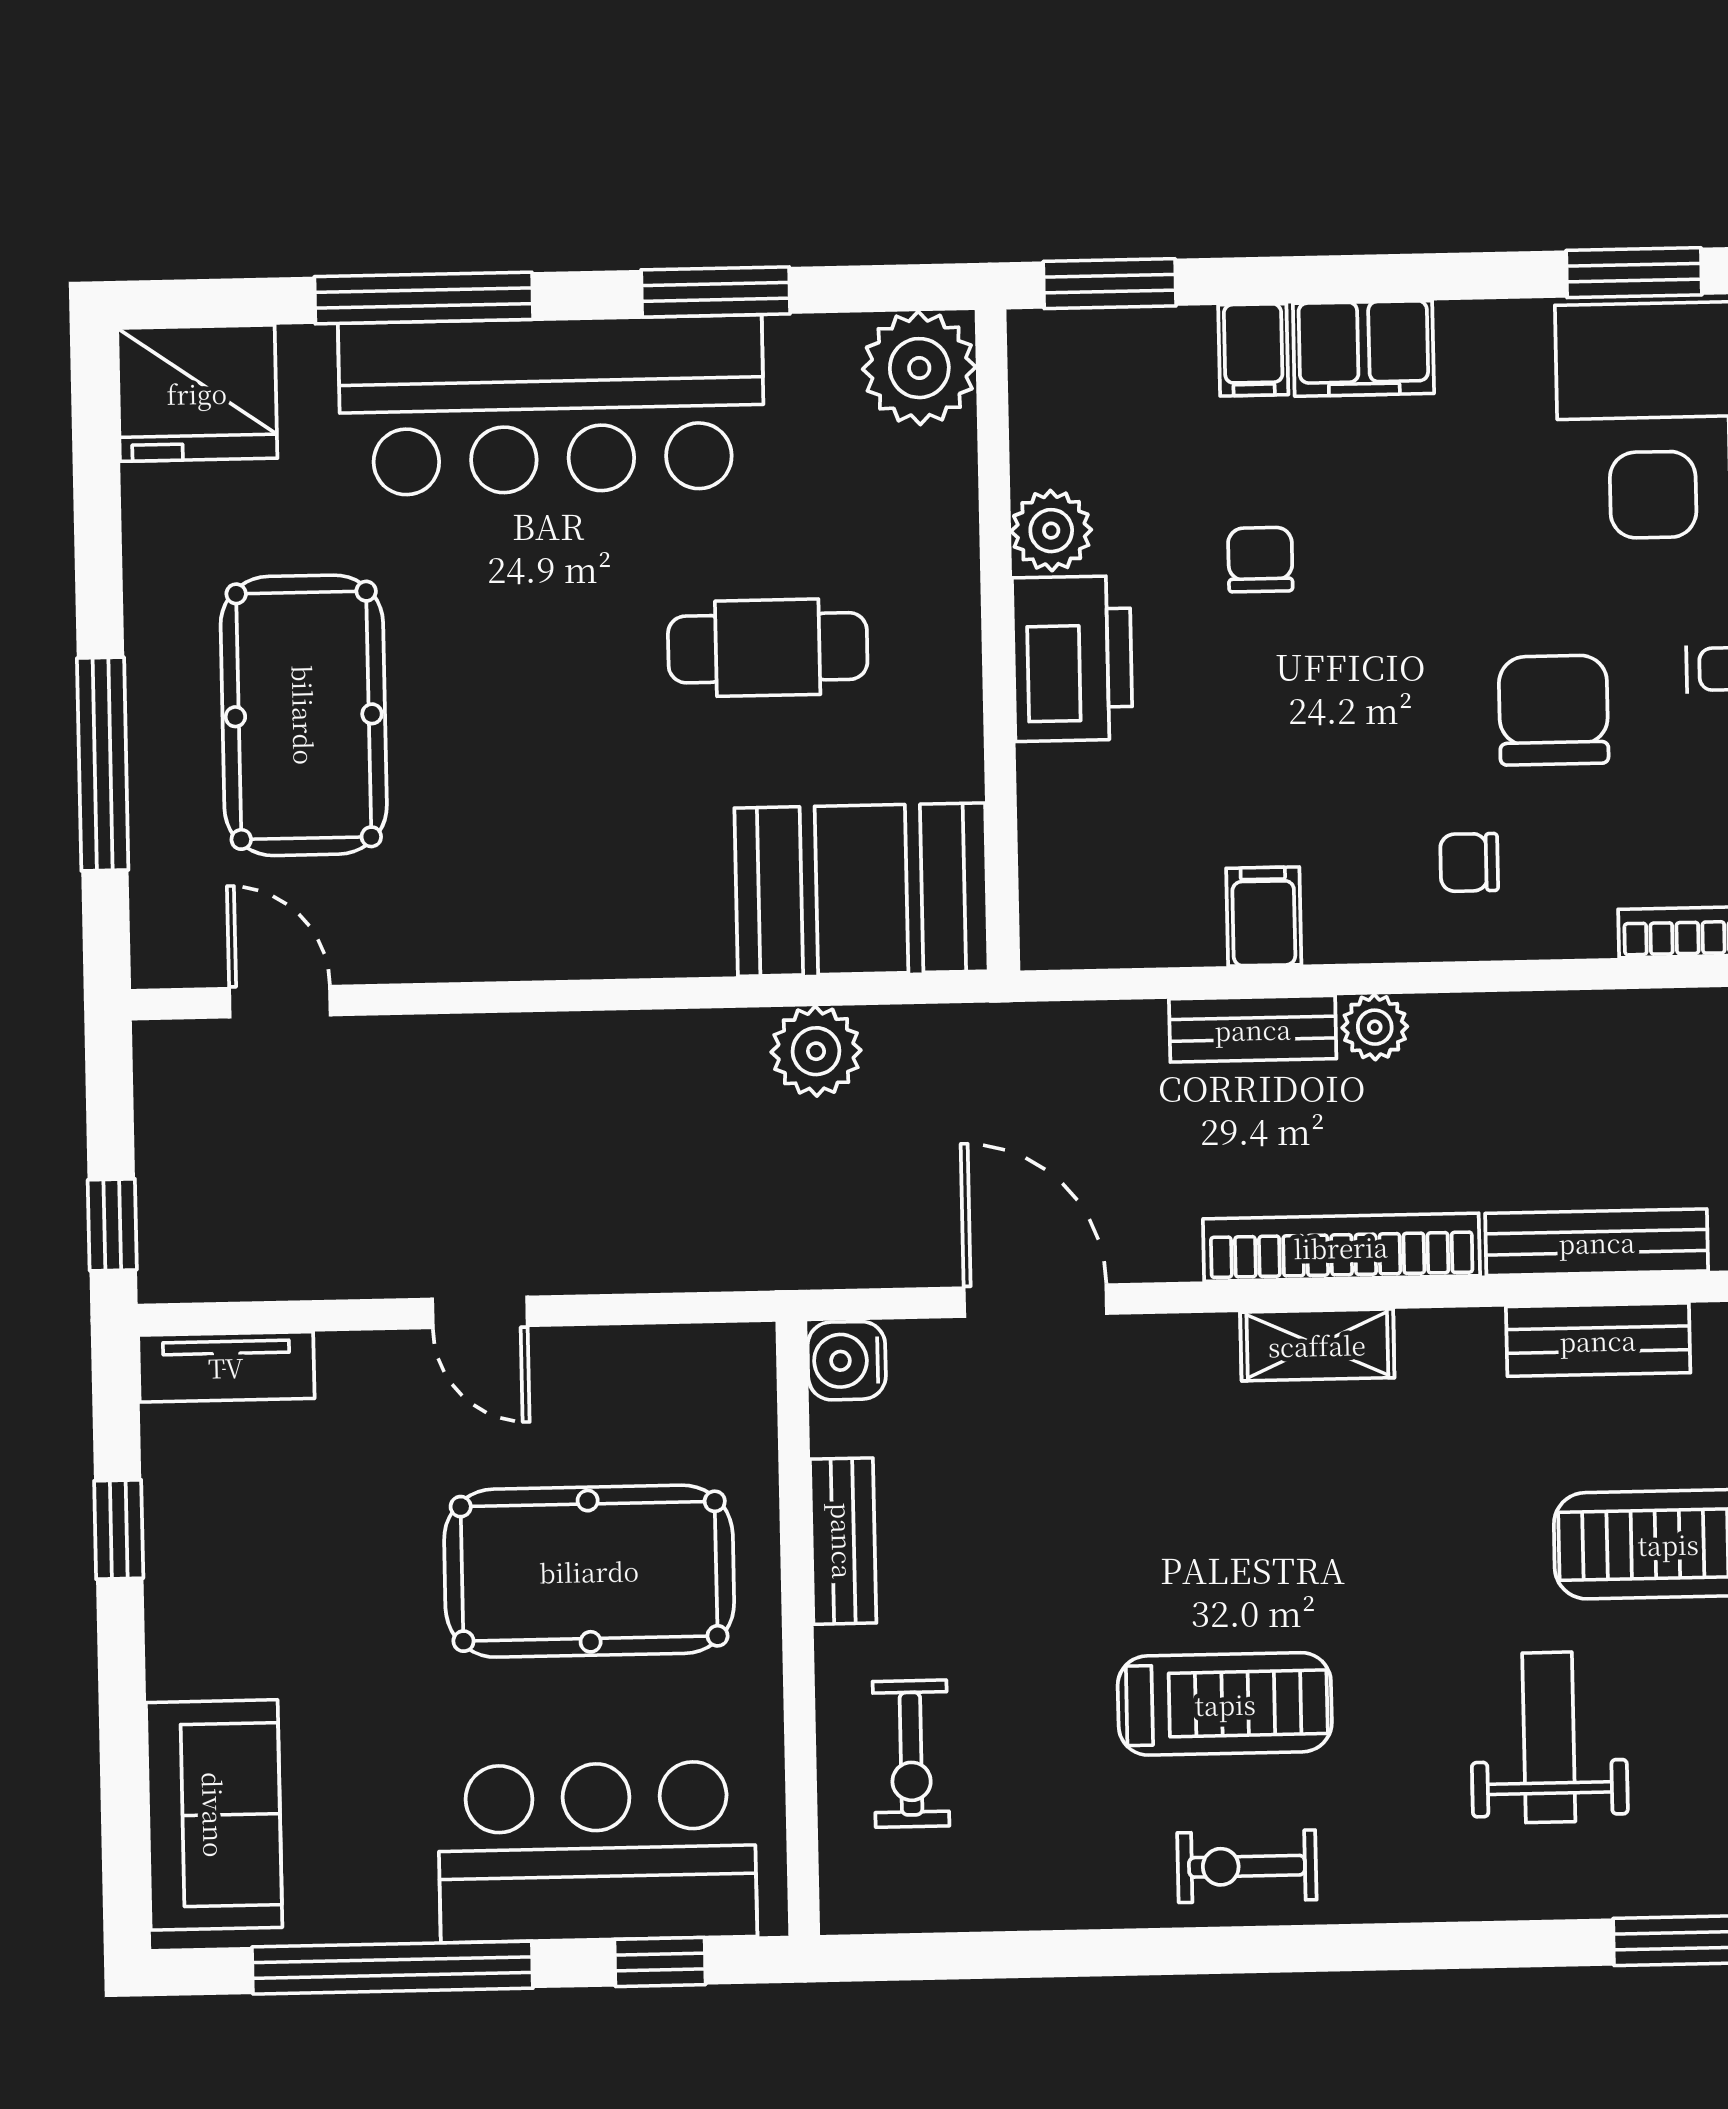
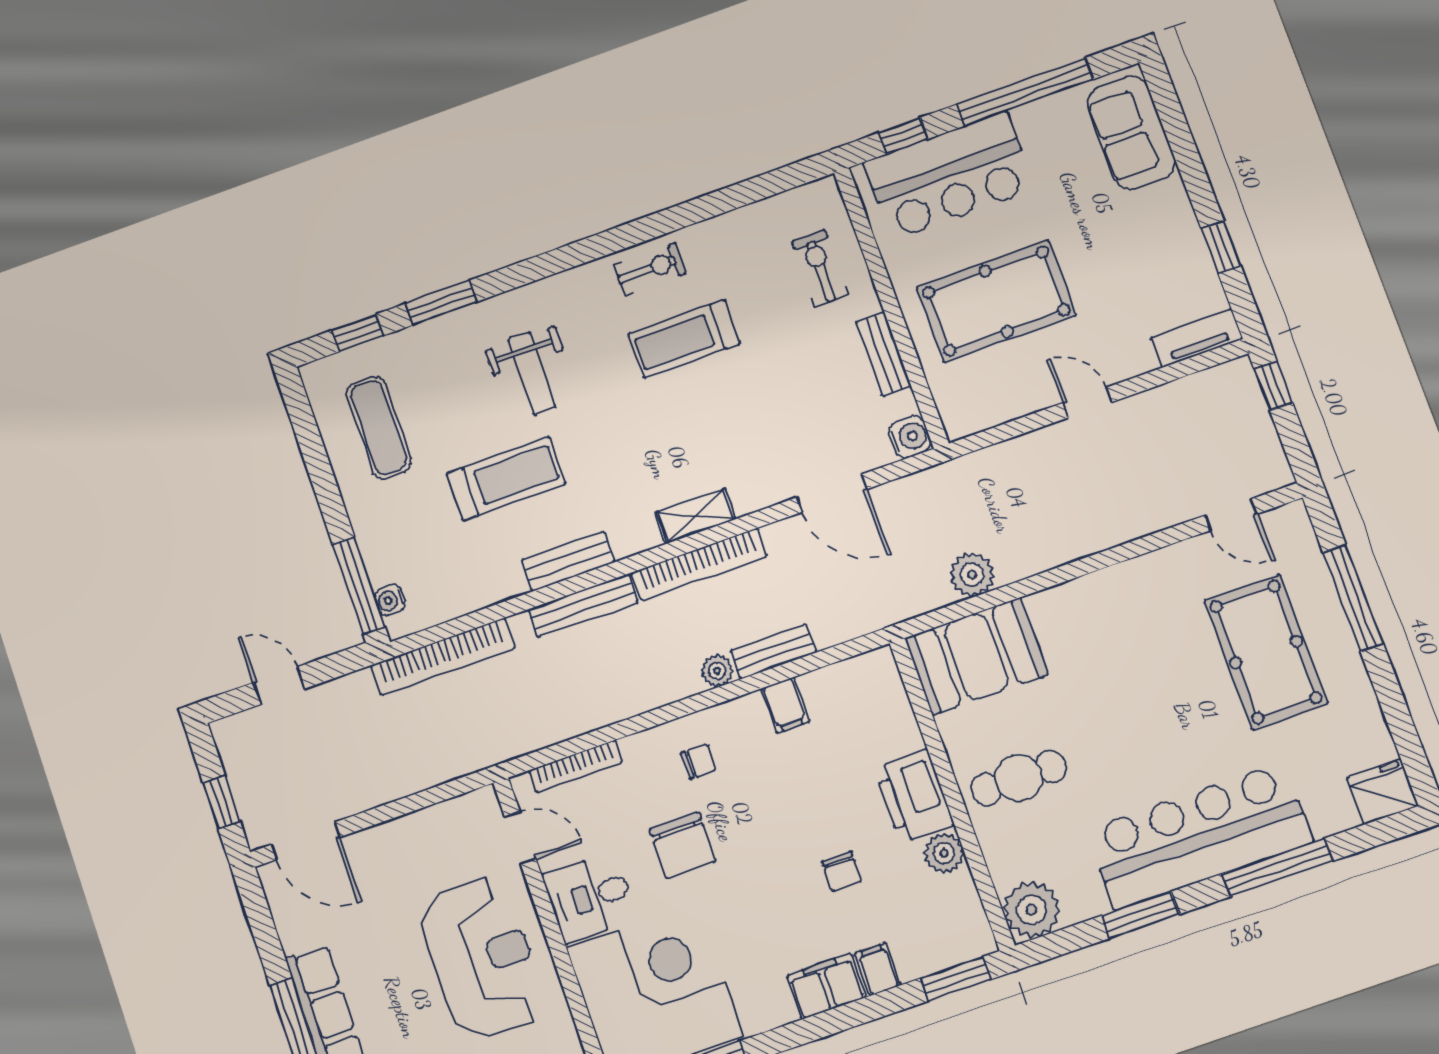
fridge: (197, 393) -> (1382, 792), width x0.73, depth x0.75
cafe table: (768, 648) -> (1019, 778), moved

